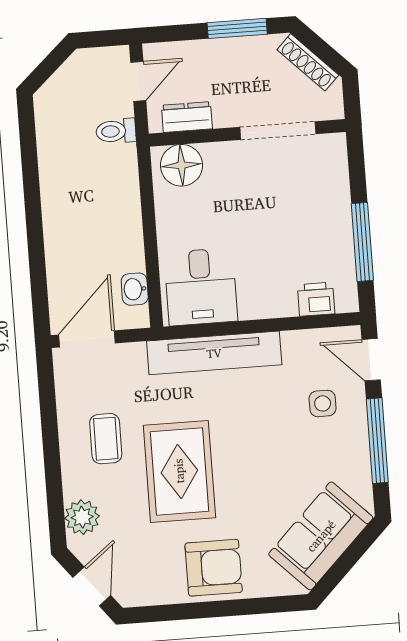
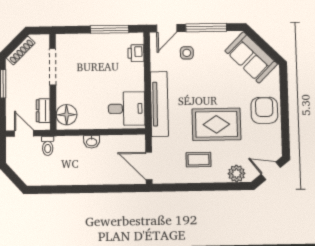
washbasin: (135, 289) -> (92, 142), moved

